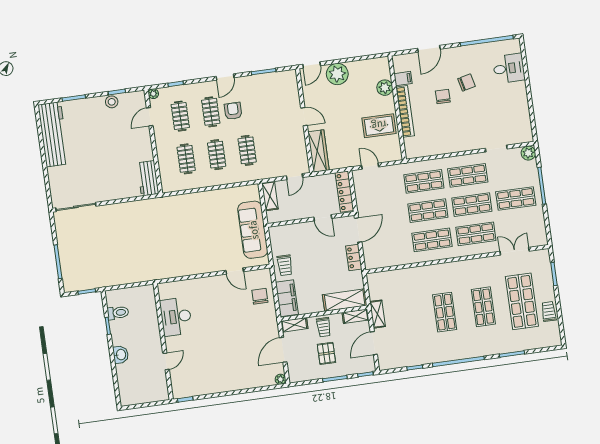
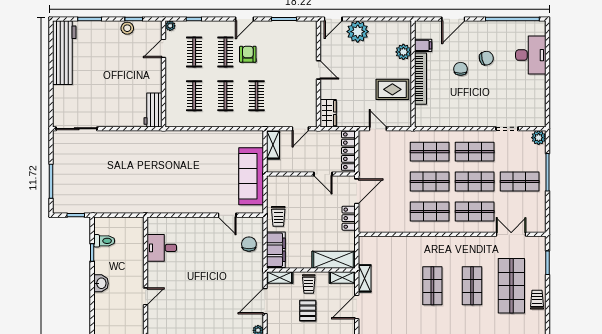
desk: (509, 68) -> (531, 55), width x1.37
wardrobe: (318, 151) -> (328, 113), width x0.67
desk: (176, 317) -> (162, 248), width x0.73

